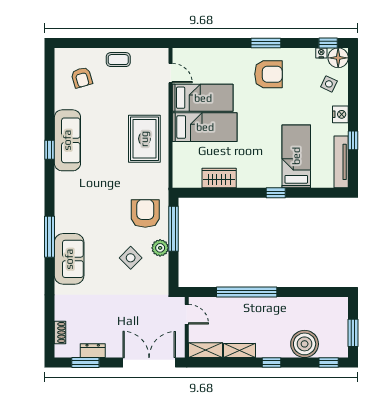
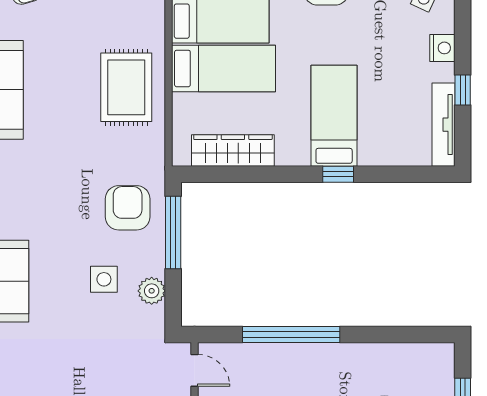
bed: (296, 156) -> (334, 116), moved
wardrobe: (219, 178) -> (233, 150), width x1.50
plant: (160, 248) -> (152, 291), moved
side table: (131, 258) -> (104, 279), turned 45

